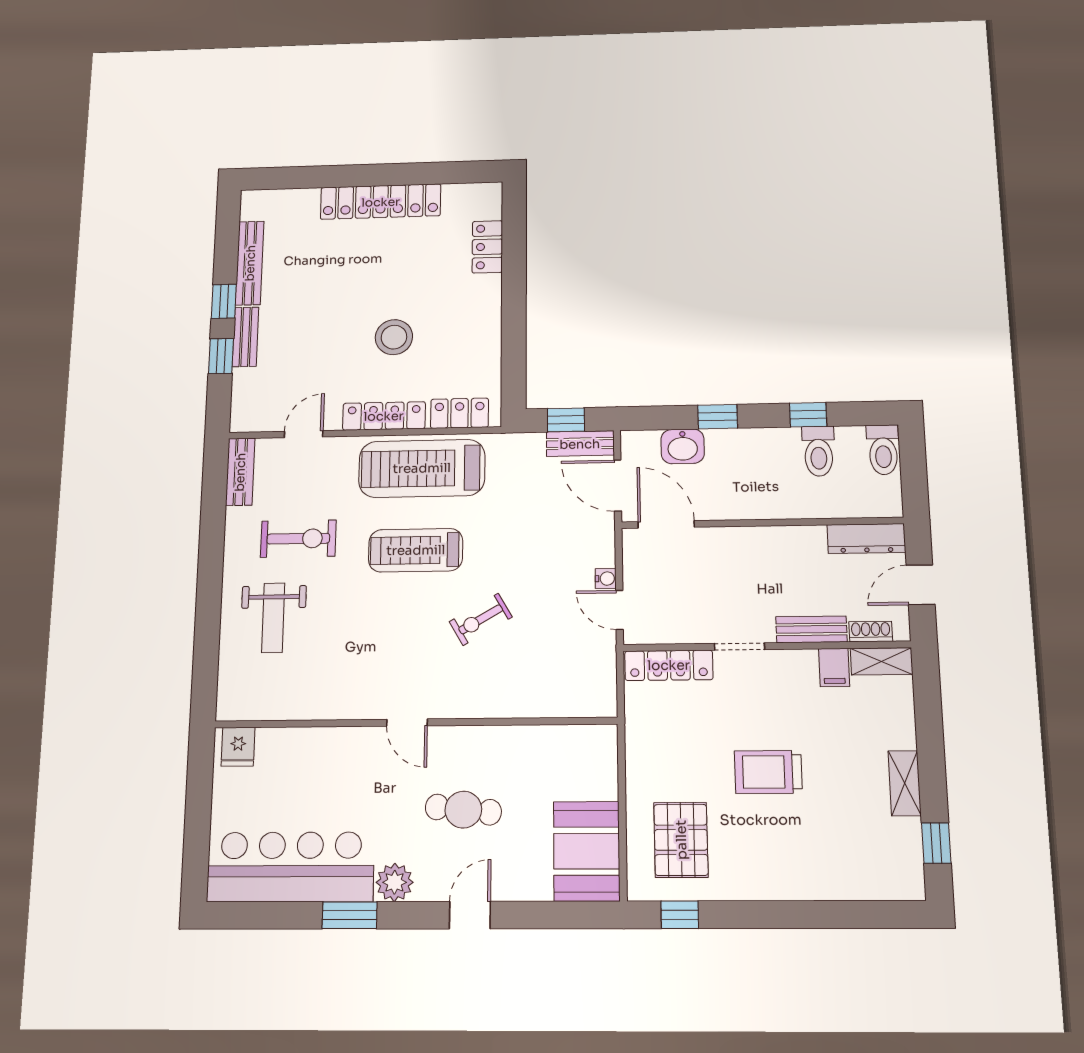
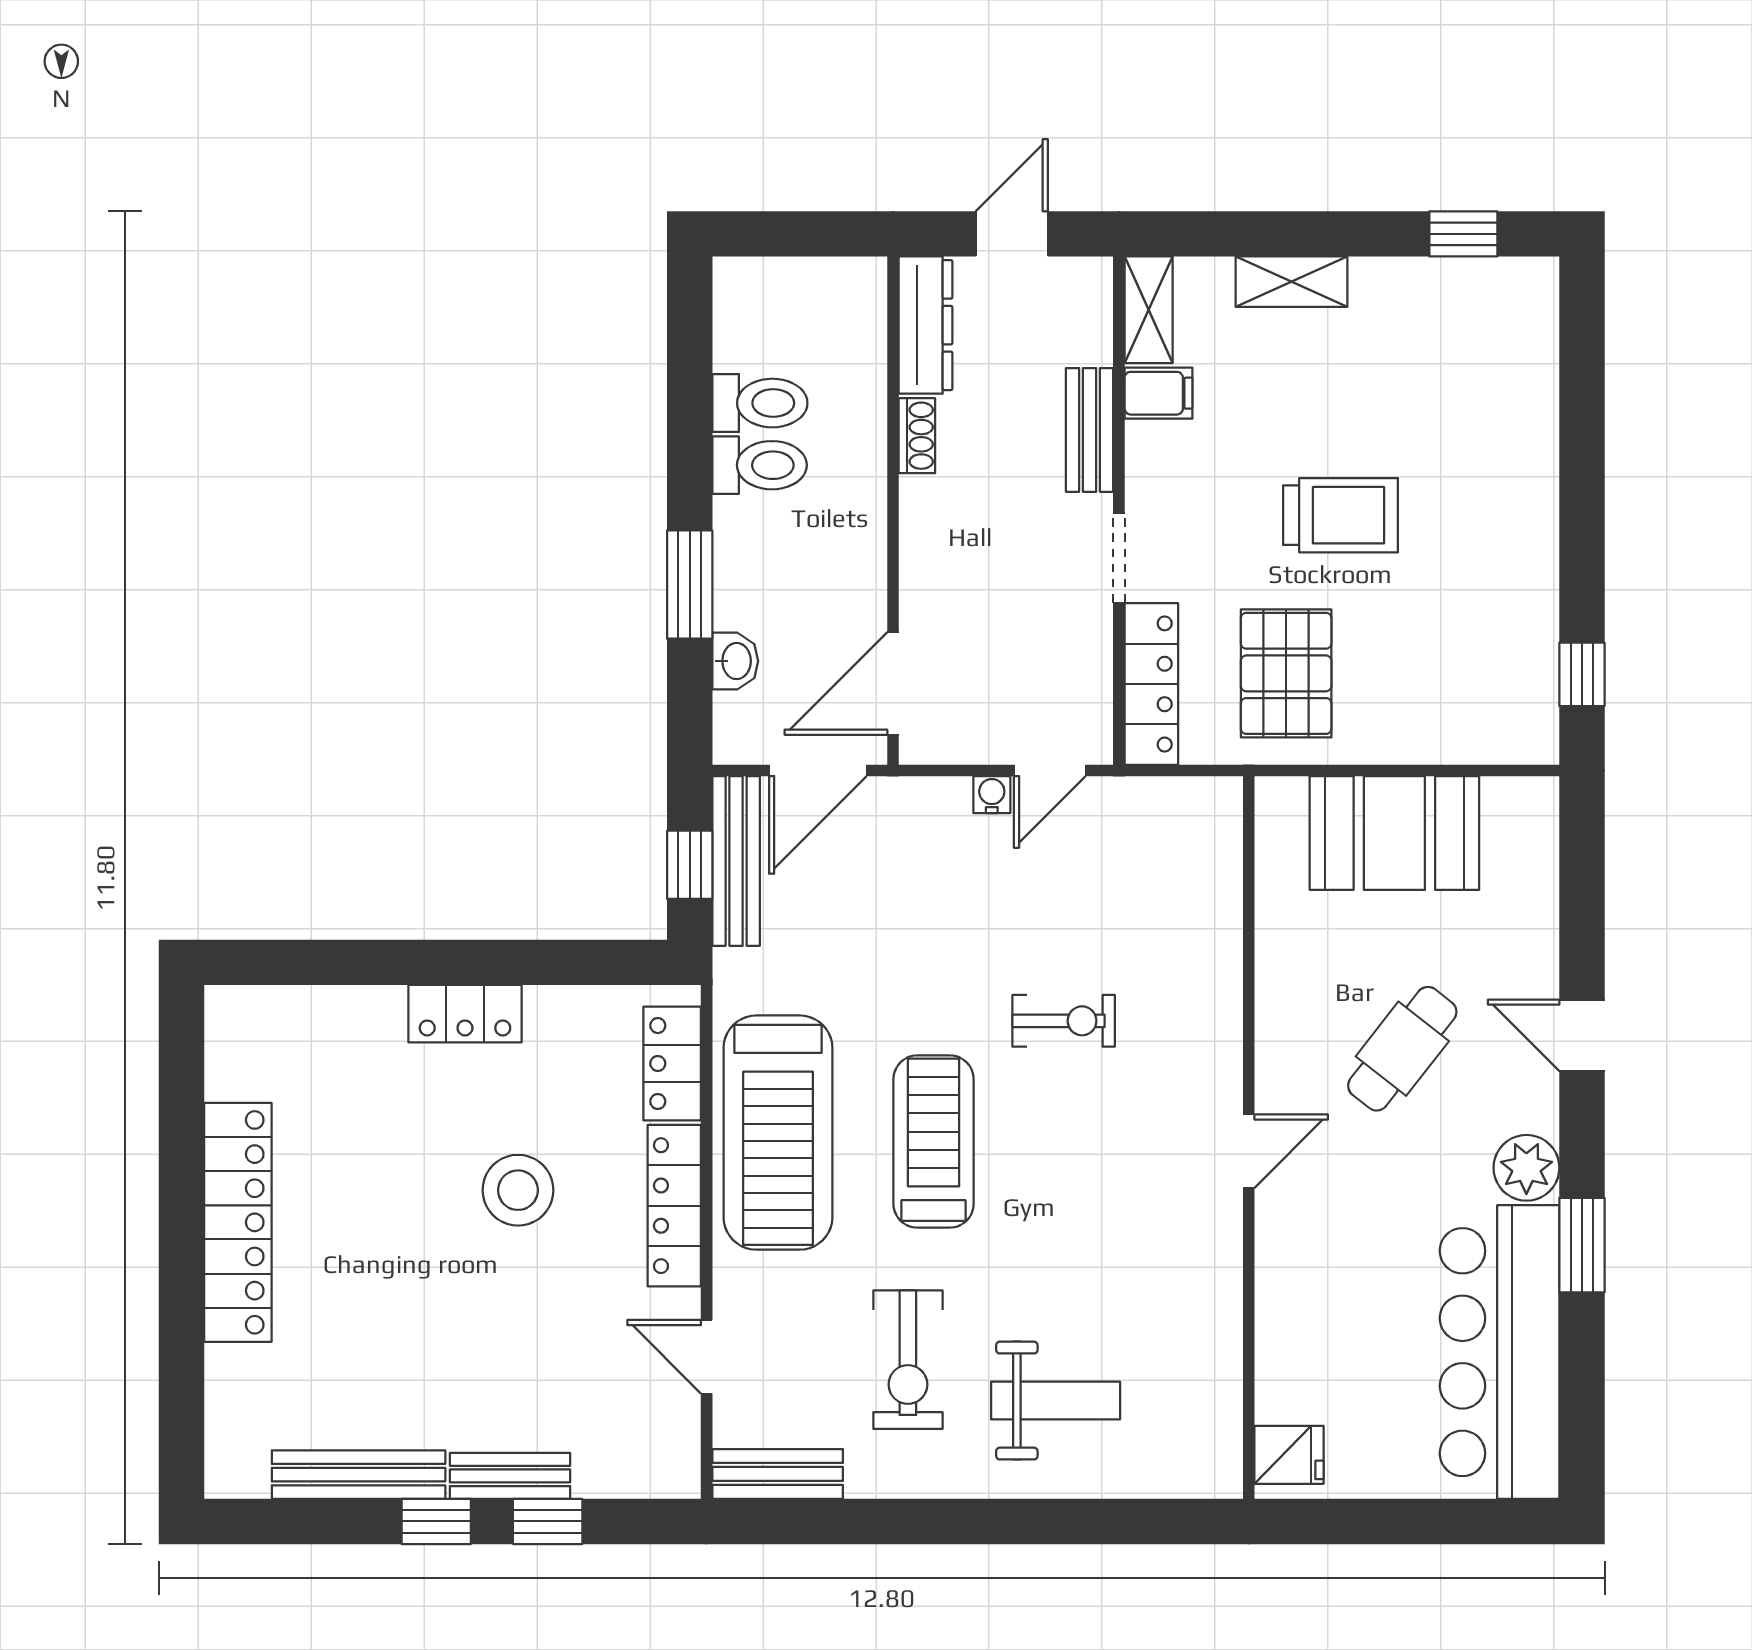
locker: (487, 247) -> (465, 1014), moved
window: (808, 415) -> (690, 419), removed
window: (718, 417) -> (690, 585), width x1.50
bench: (580, 444) -> (736, 861), width x1.36
washbasin: (683, 446) -> (735, 661), width x0.72, depth x0.69
toilet: (883, 450) -> (760, 465), moved
exercise bike: (298, 539) -> (908, 1360), turned 180
treadmill: (416, 550) -> (934, 1142), turned 180
door: (921, 585) -> (1012, 234), swing flipped
exercise bike: (481, 619) -> (1064, 1021), turned -60
shoe rack: (871, 632) -> (917, 436), moved, turned 180
trolley: (768, 772) -> (1340, 515), turned -90
shelving: (905, 783) -> (1292, 282), moved
cafe table: (463, 810) -> (1402, 1049), turned 32
pallet: (681, 840) -> (1286, 673), moved, turned 90
booth: (587, 851) -> (1394, 833), moved

